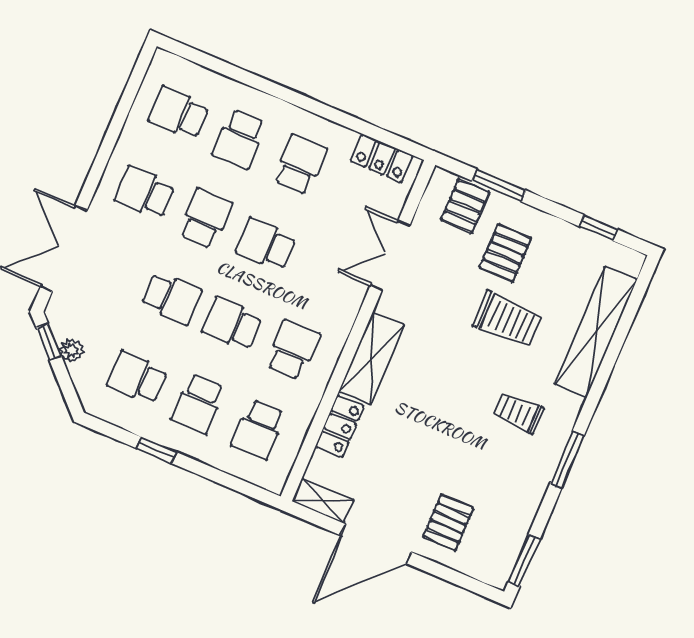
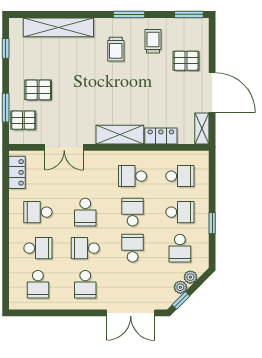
trolley: (507, 319) -> (153, 41), moved, width x0.73, depth x0.72
school desk: (232, 324) -> (133, 212), turned 180
plant: (81, 375) -> (190, 277), added

